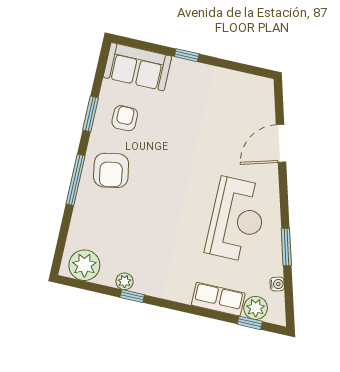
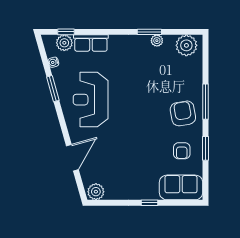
plant: (259, 88) -> (96, 192), added
window: (132, 296) -> (149, 32), width x1.50

